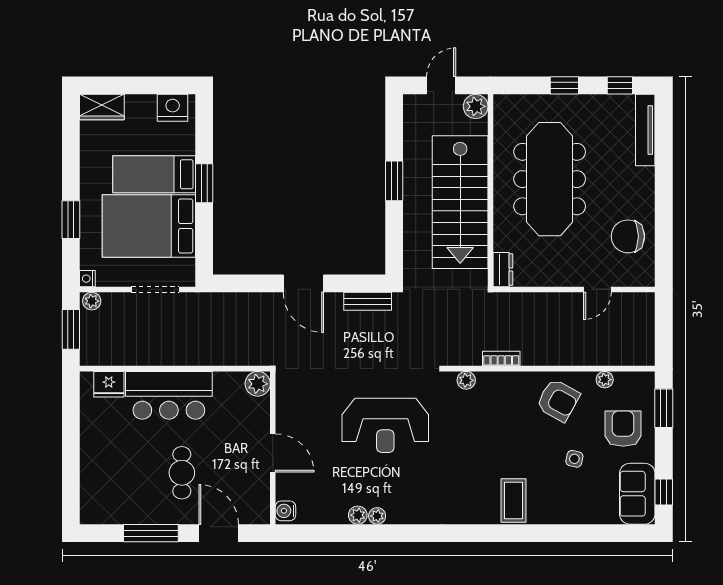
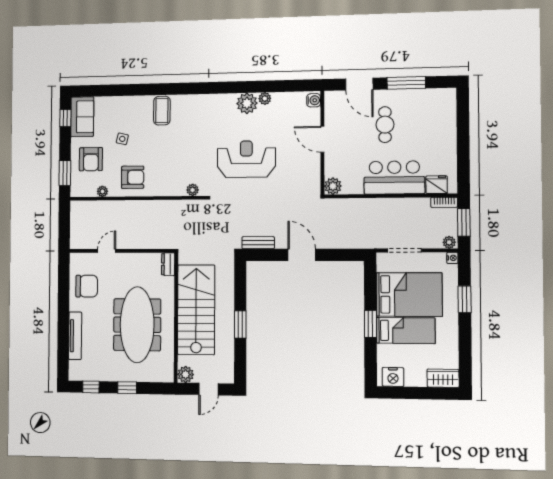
tv unit: (645, 130) -> (75, 336), moved
bookcase: (501, 359) -> (444, 202), moved
armchair: (558, 400) -> (133, 177), turned 151
plant: (377, 516) -> (247, 103), width x1.88, depth x1.88

